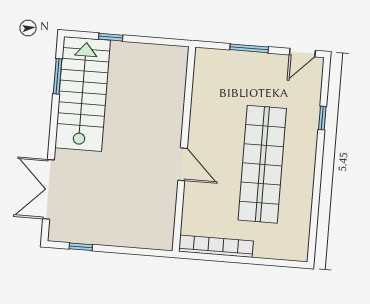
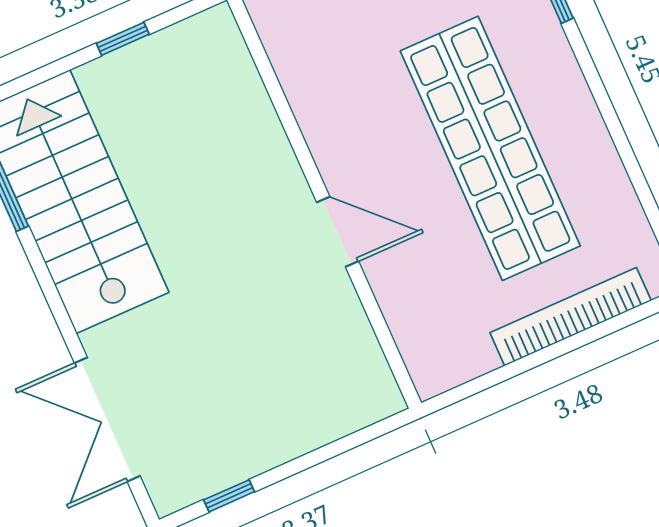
window: (111, 37) -> (123, 39), moved
bookcase: (216, 246) -> (571, 317), moved

